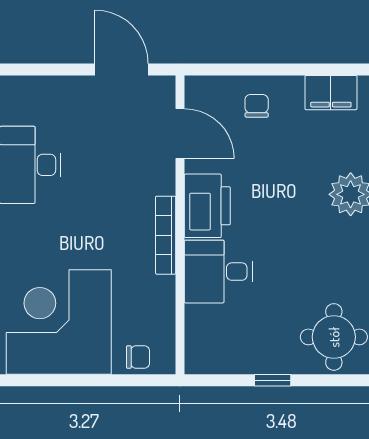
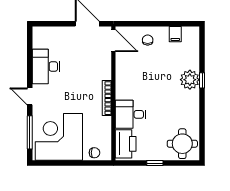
filing cabinet: (331, 93) -> (175, 34), width x0.50
door: (180, 134) -> (113, 41), moved
printer: (207, 206) -> (126, 144), moved

